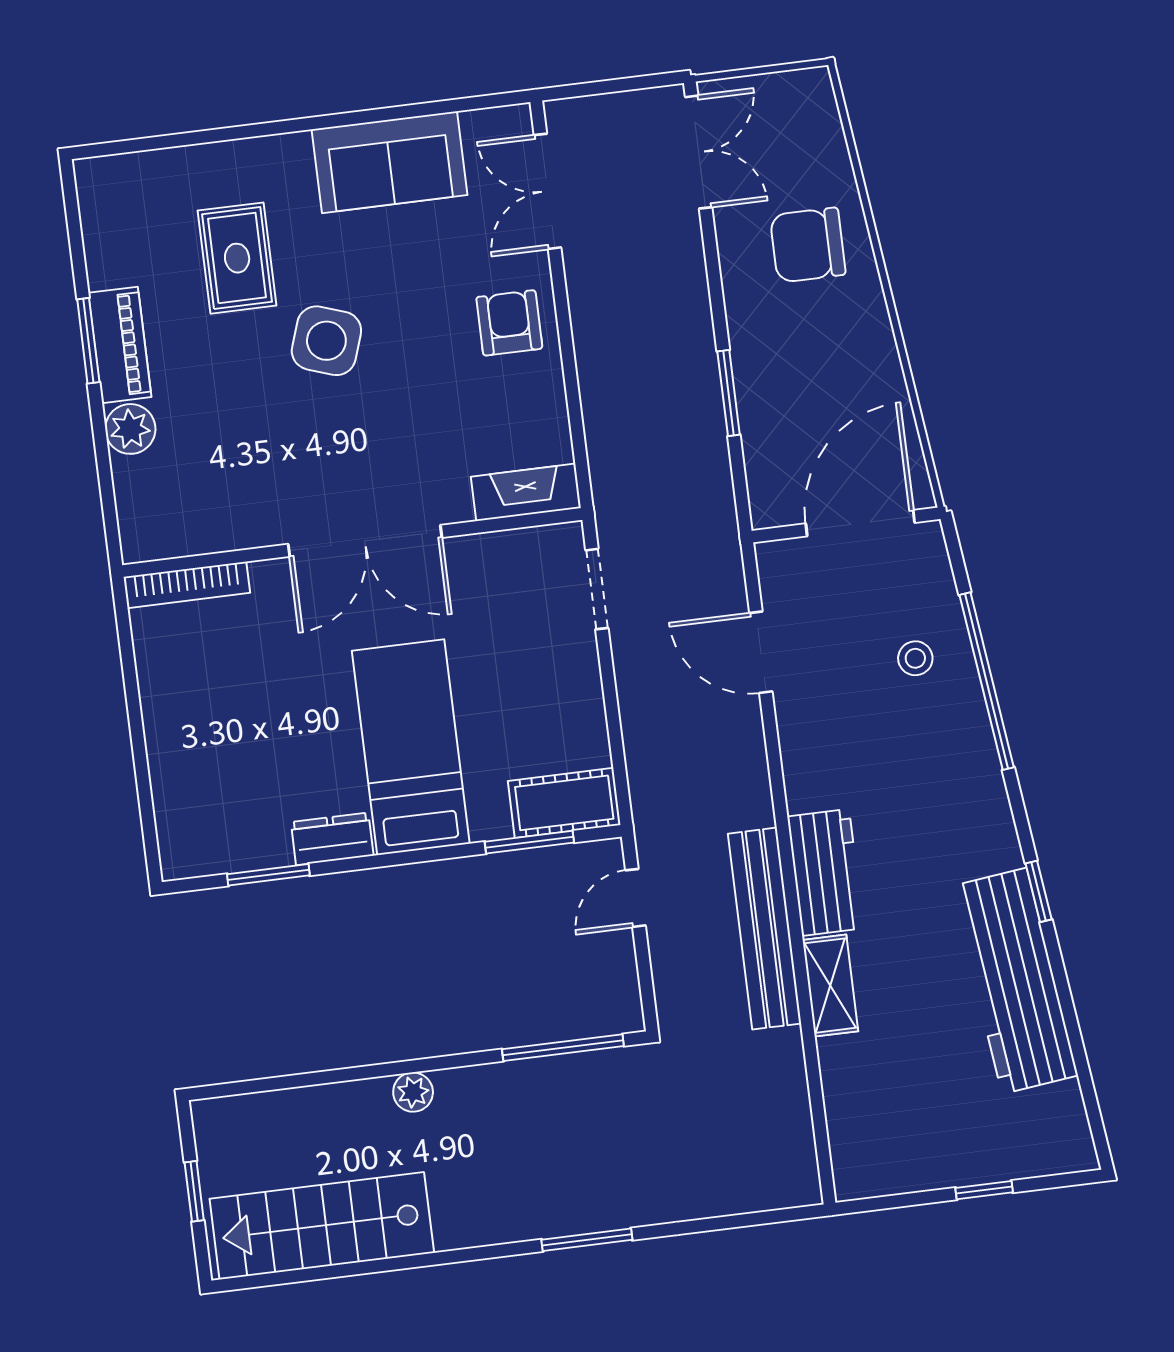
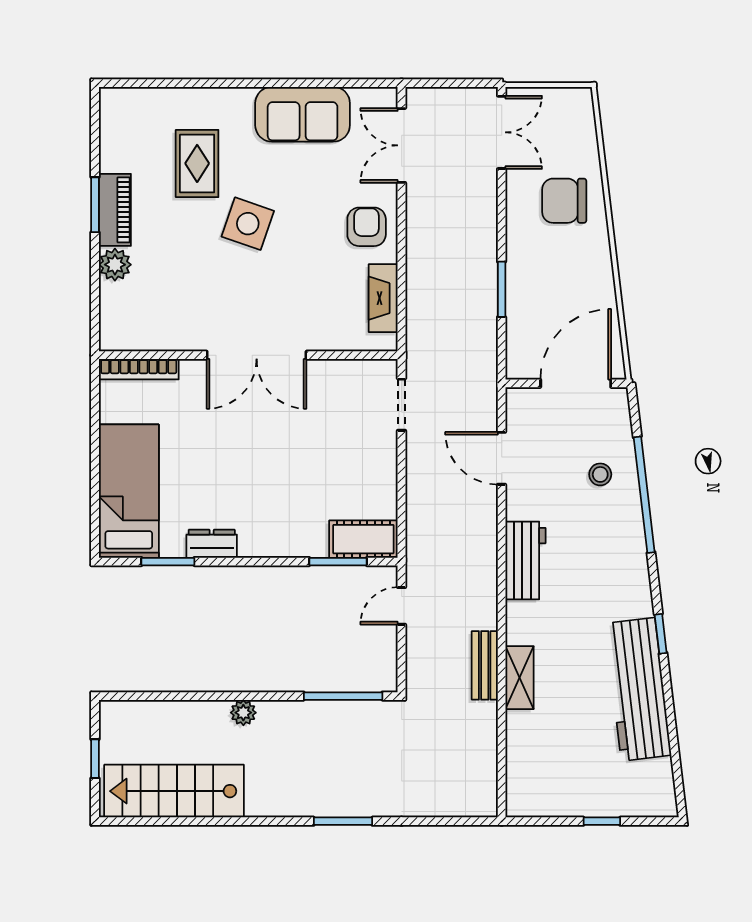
fireplace: (526, 492) -> (383, 298), moved, turned -90
bed: (411, 747) -> (129, 491), moved
workbench: (825, 872) -> (525, 561), moved
bench: (765, 929) -> (485, 665), width x0.54, depth x0.82

